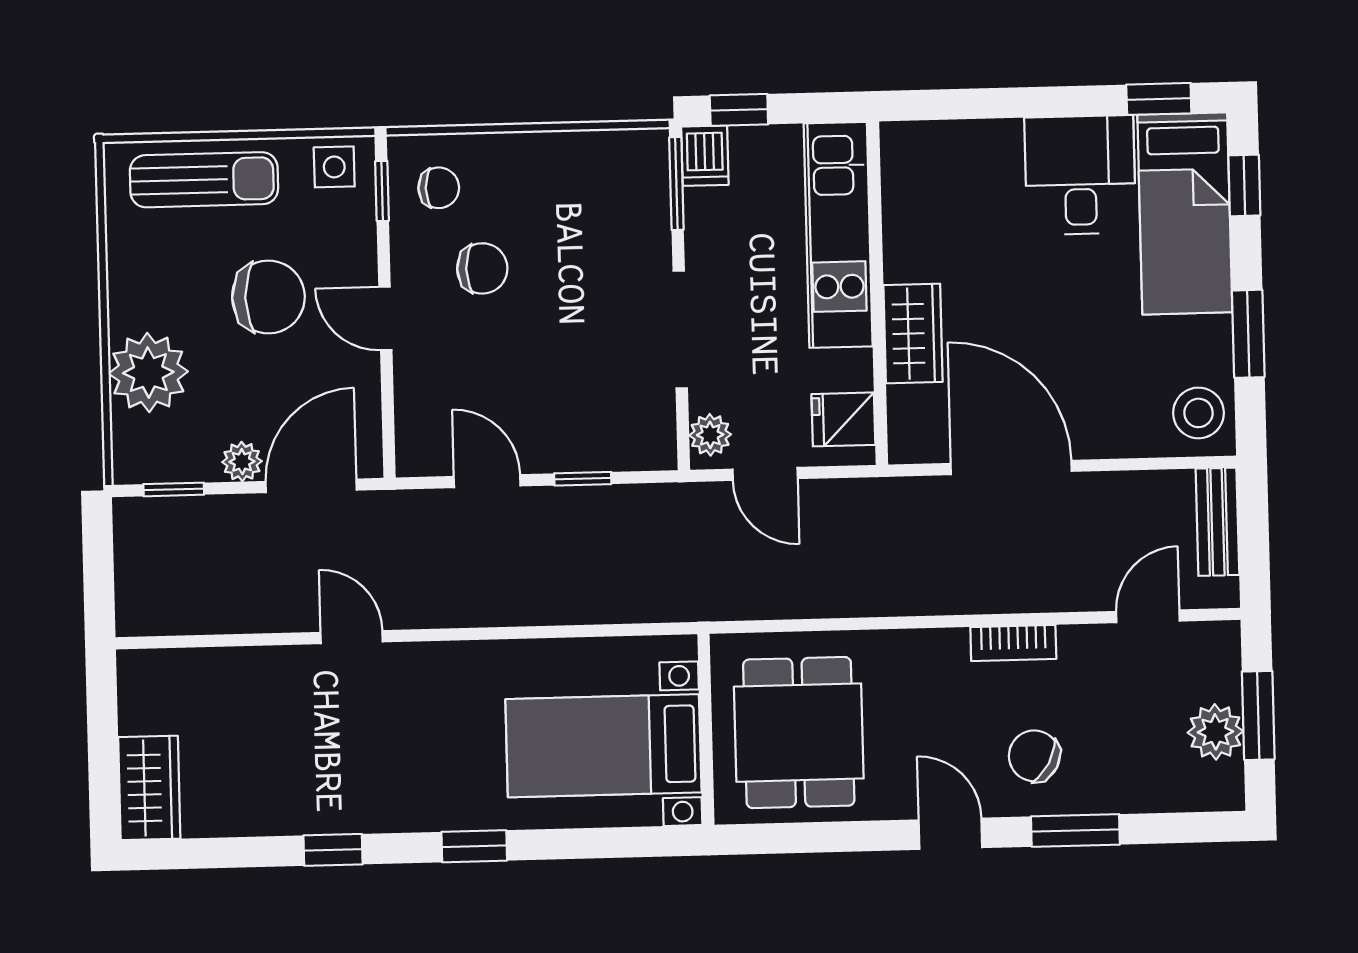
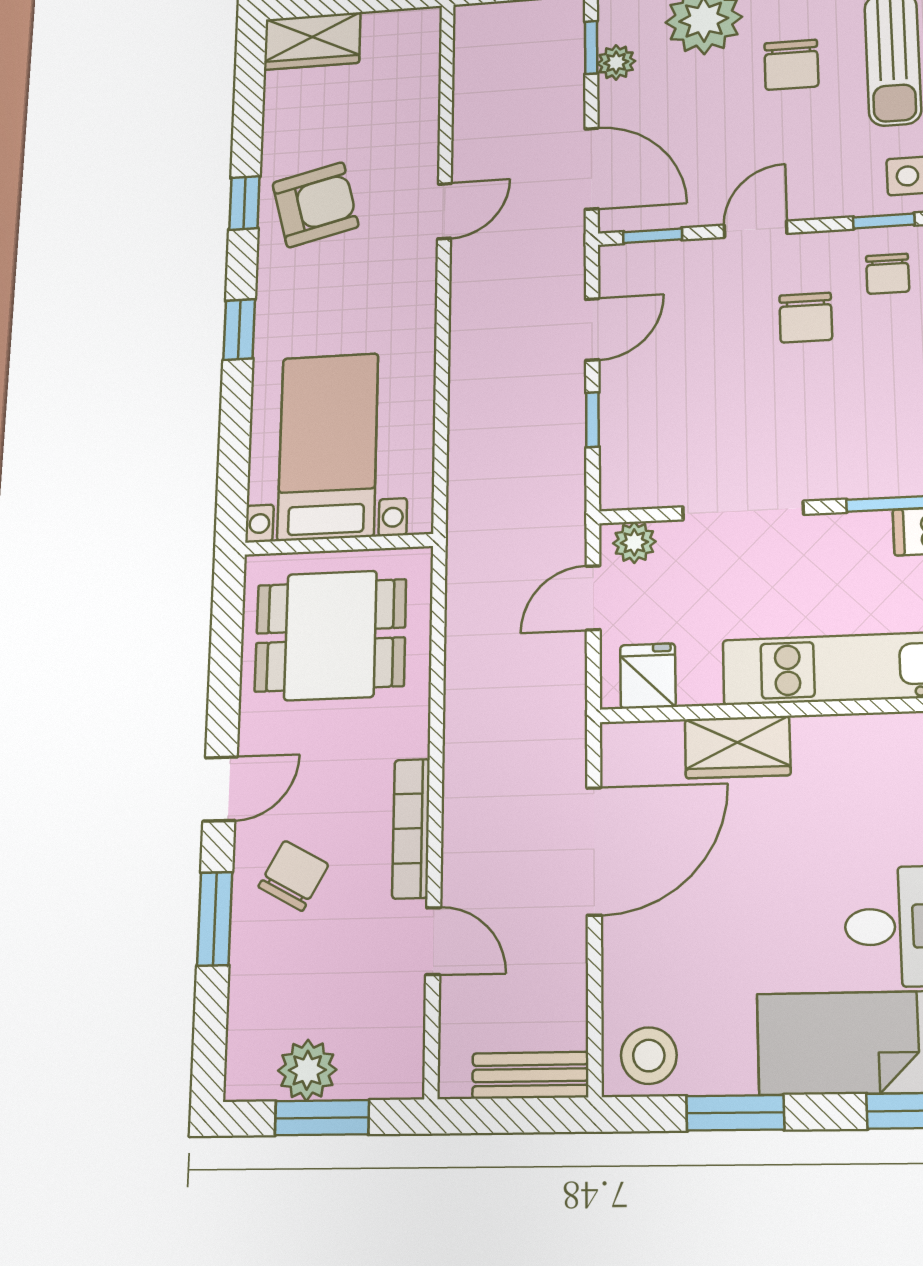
chair: (268, 297) -> (791, 65), moved, width x0.73, depth x0.73
window: (388, 422) -> (653, 236), added
plant: (242, 462) -> (616, 62), moved
door: (1148, 616) -> (433, 941), moved
bookcase: (1013, 643) -> (411, 828), width x1.56
armchair: (338, 774) -> (315, 205), added

